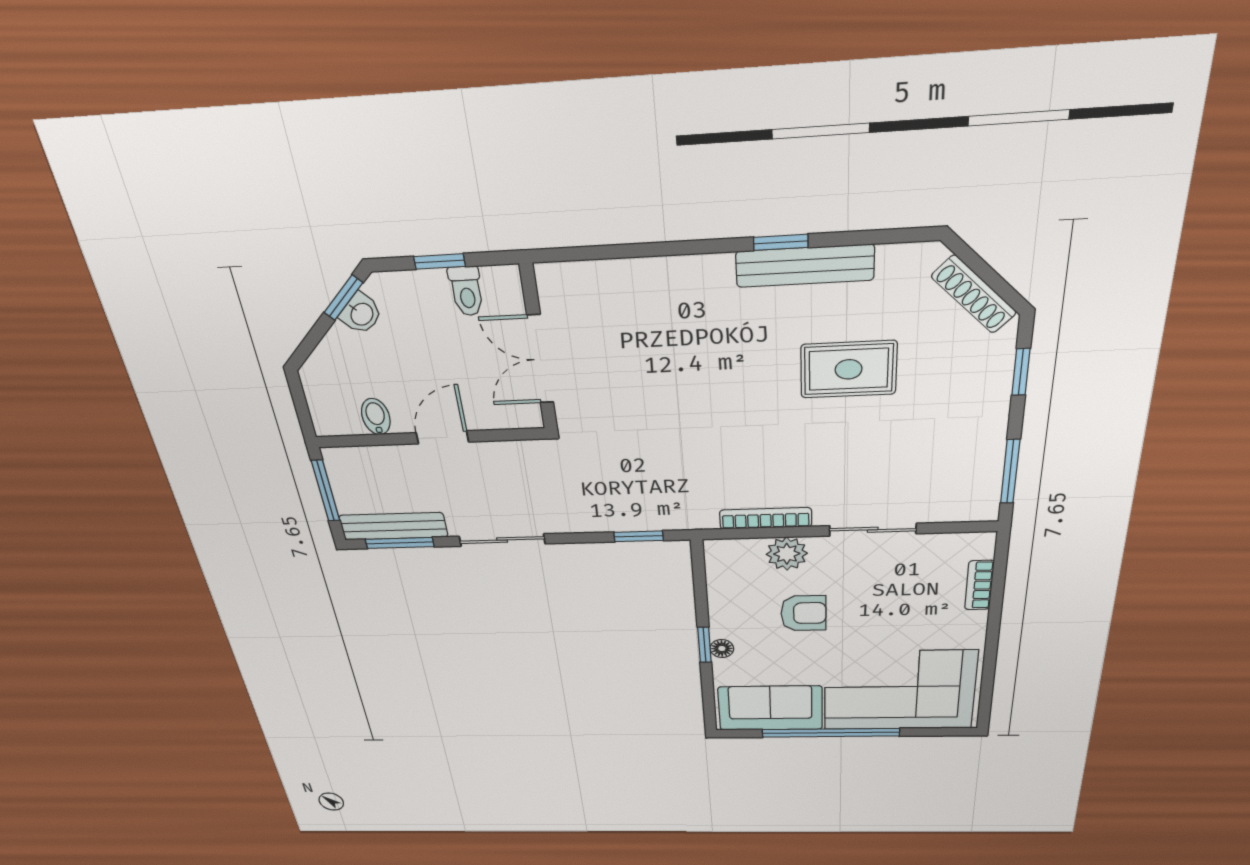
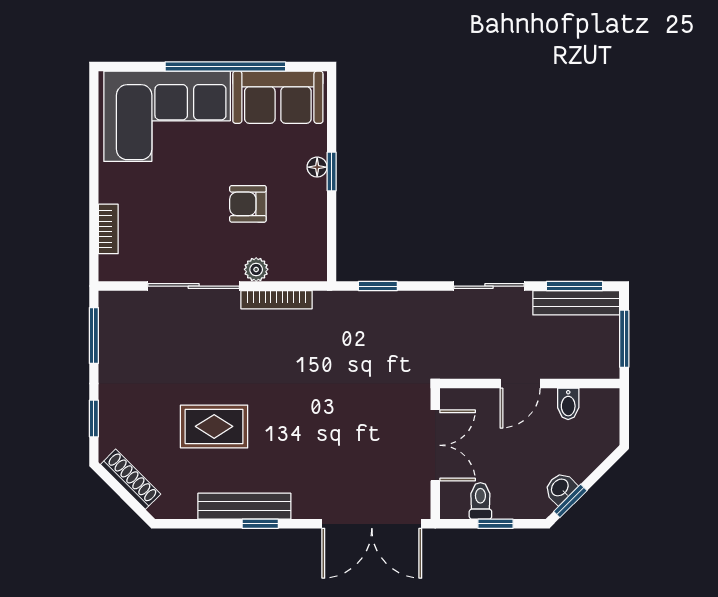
double door: (616, 252) -> (372, 524), added
sliding door: (873, 530) -> (194, 286), width x1.37
plant: (787, 554) -> (256, 269), width x0.73, depth x0.73

